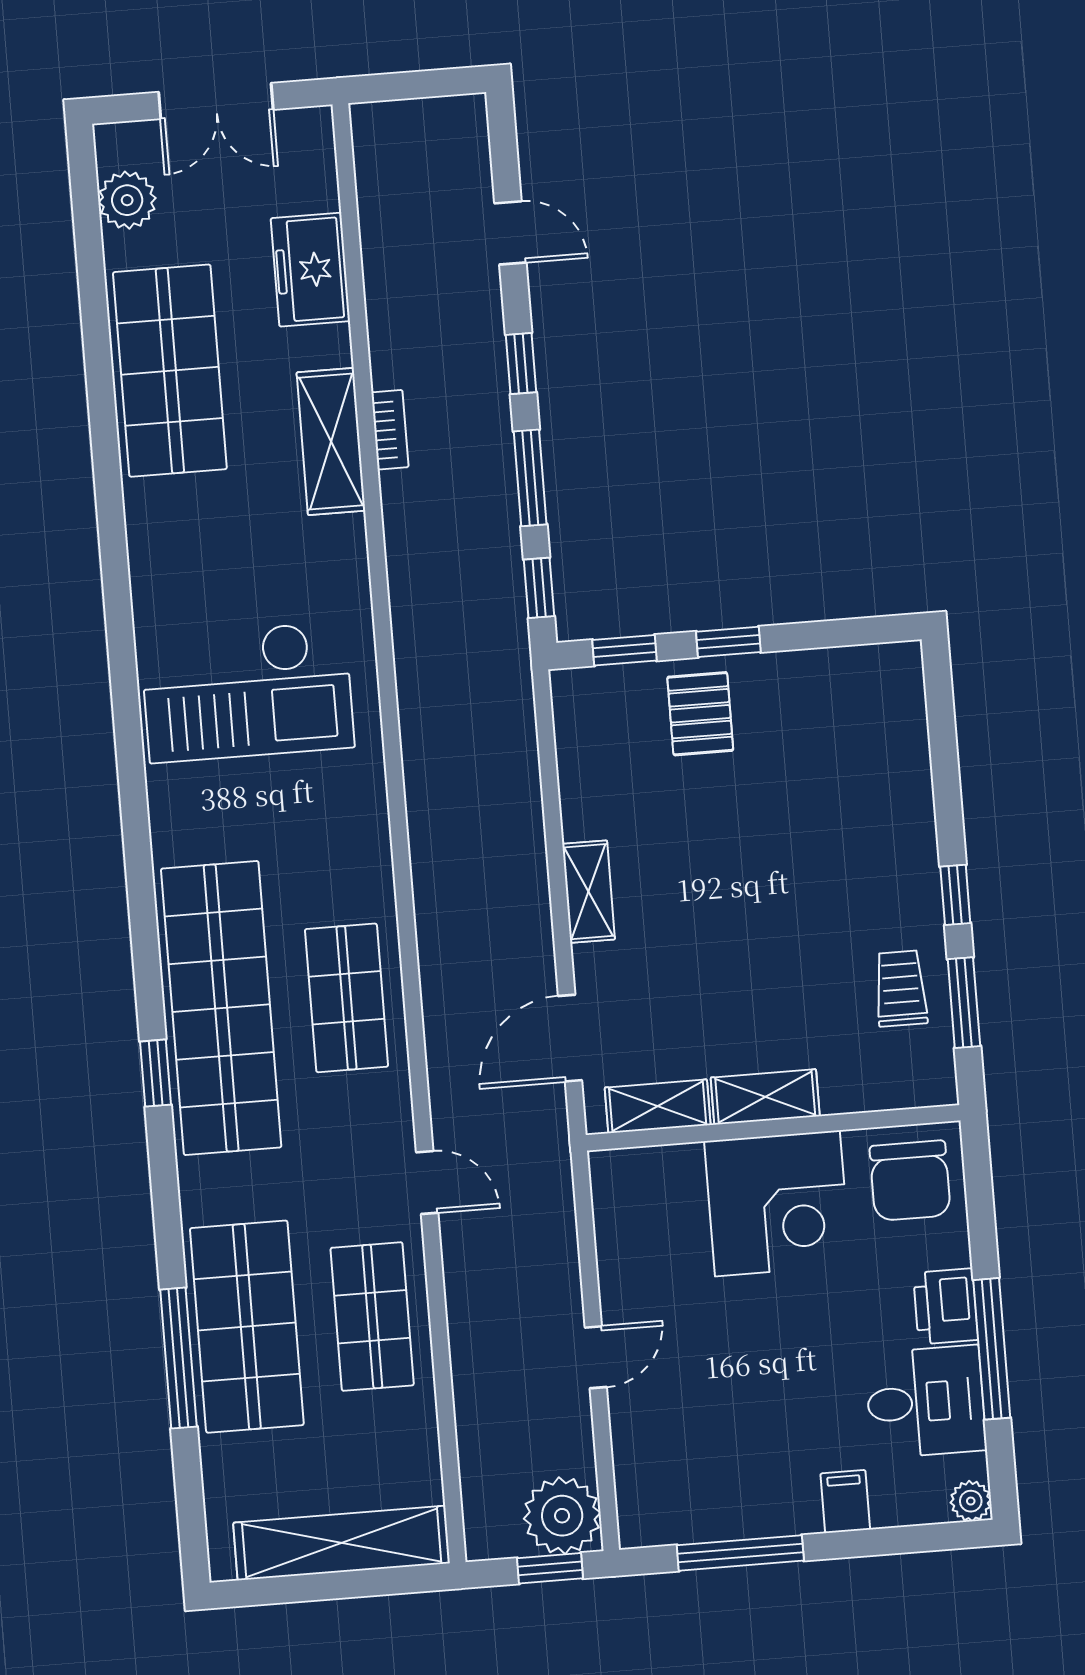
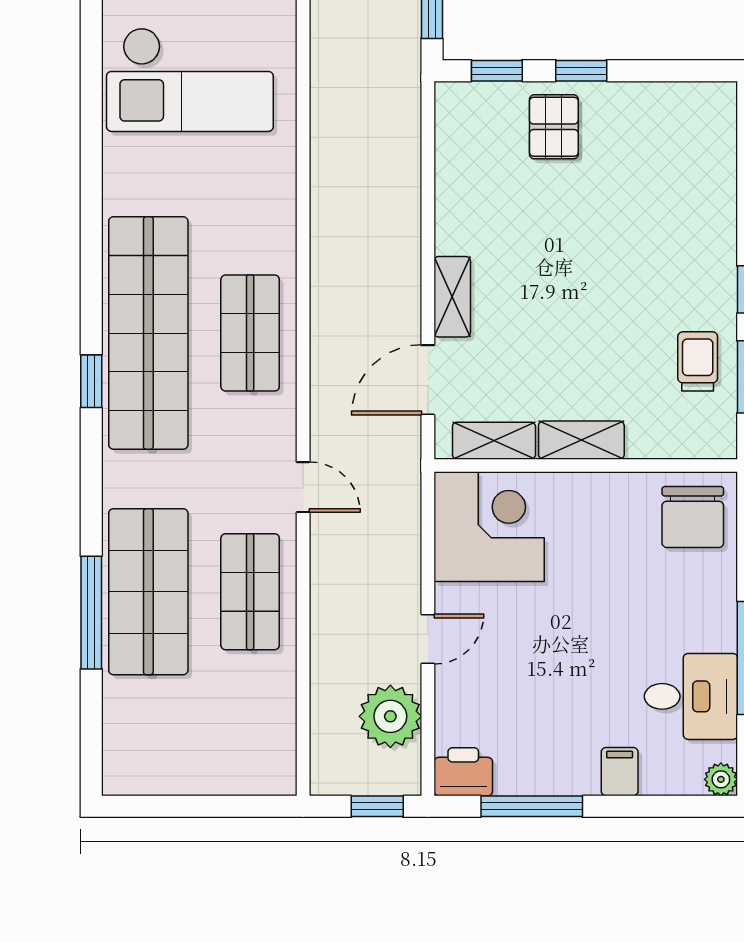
shelving: (589, 892) -> (452, 297), moved
corner desk: (777, 1203) -> (489, 527), moved, turned -90
printer: (946, 1306) -> (463, 772), moved, turned 90
plant: (562, 1516) -> (390, 716), moved
shelving: (342, 1543) -> (211, 772), removed

